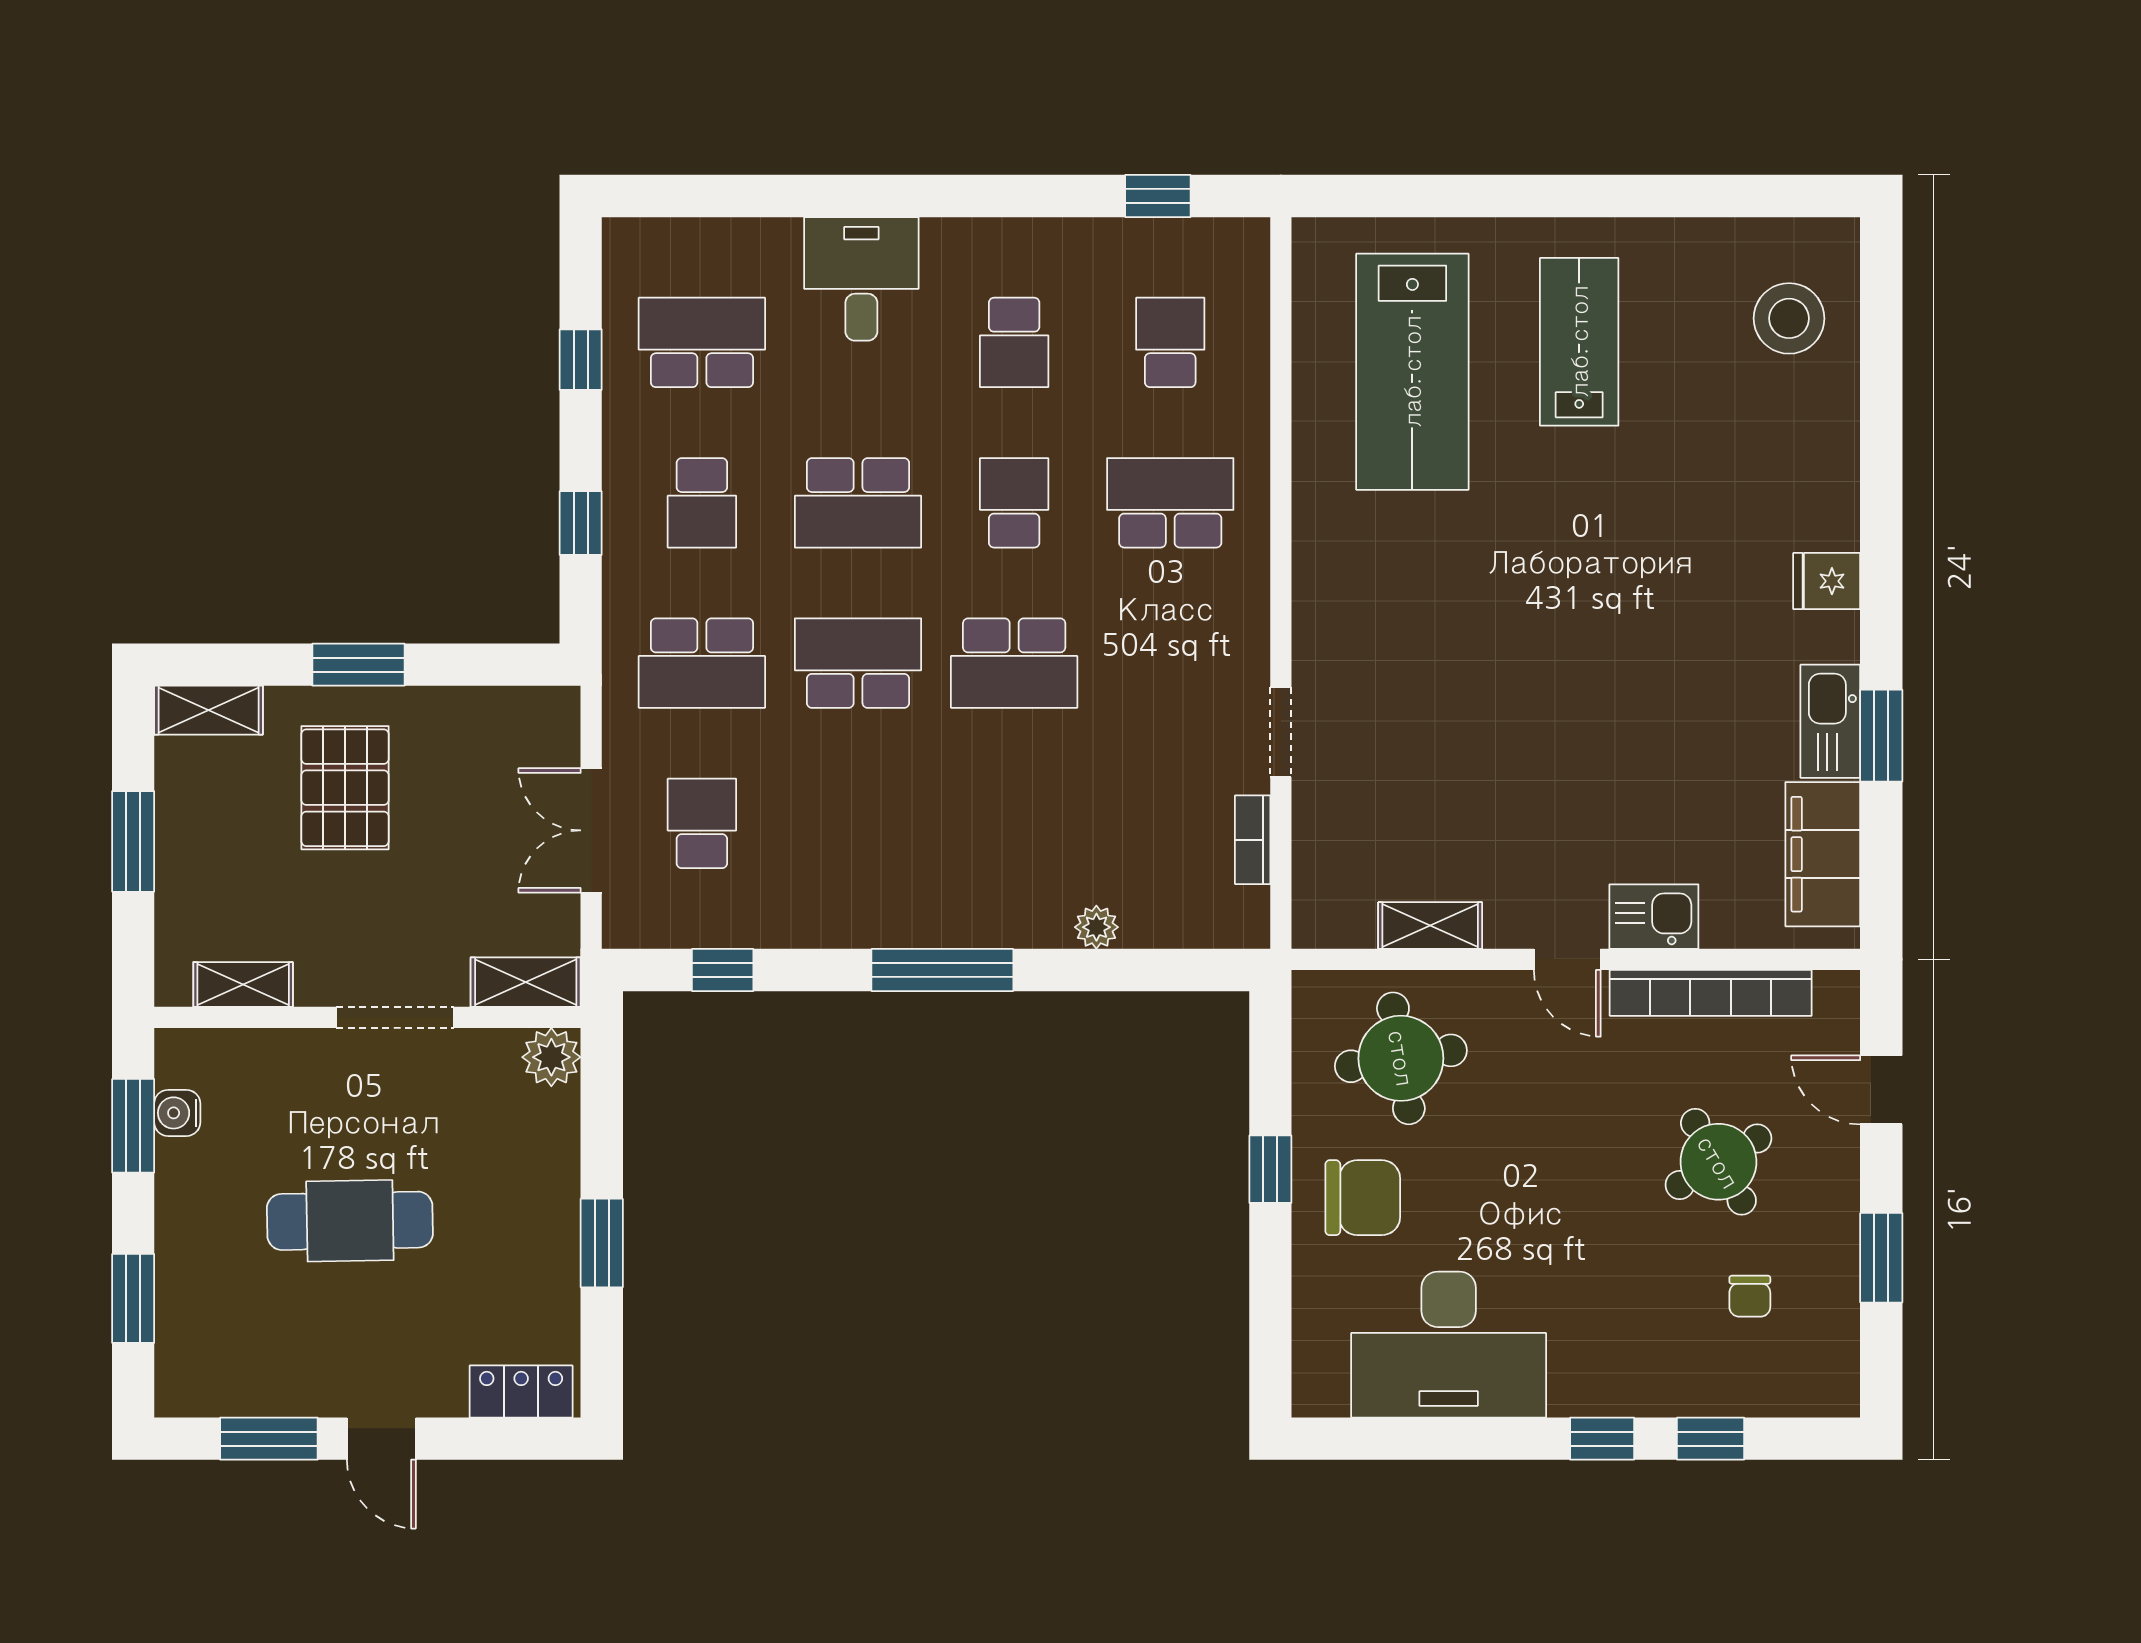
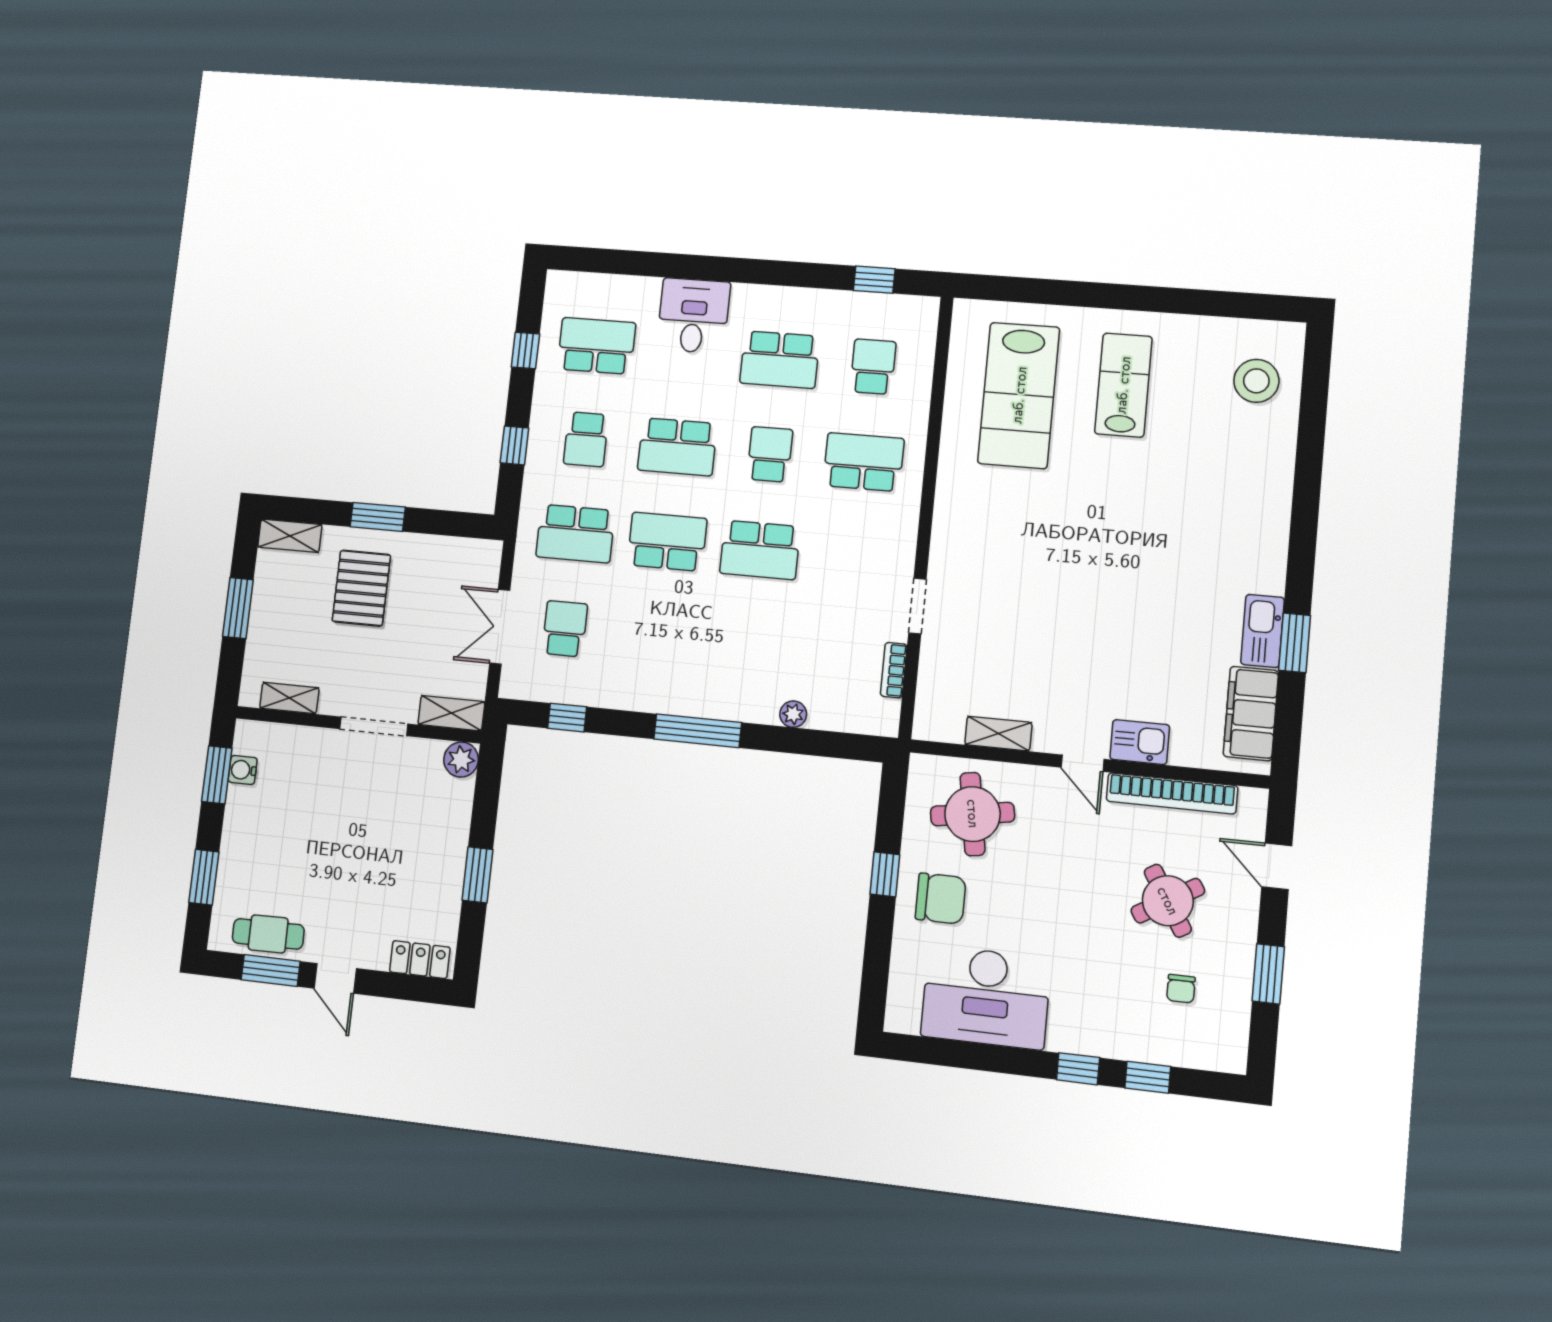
school desk: (1014, 342) -> (780, 360), width x1.85
fridge: (1827, 581) -> (1267, 544), removed
cafe table: (350, 1221) -> (268, 934), moved, width x0.73, depth x0.74

